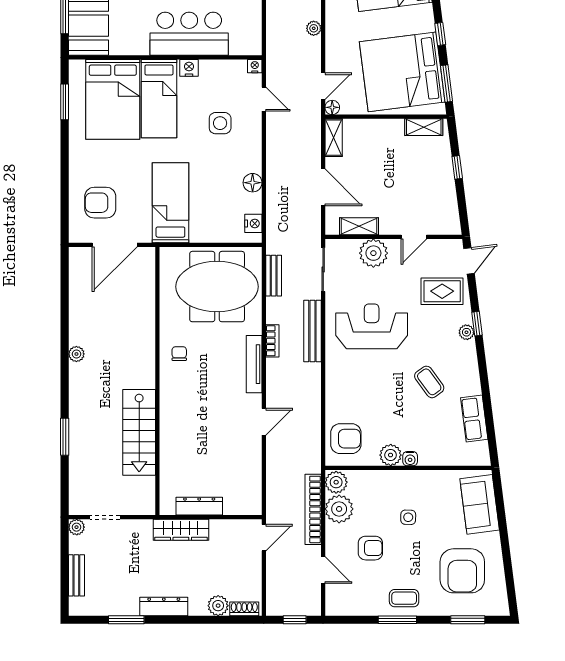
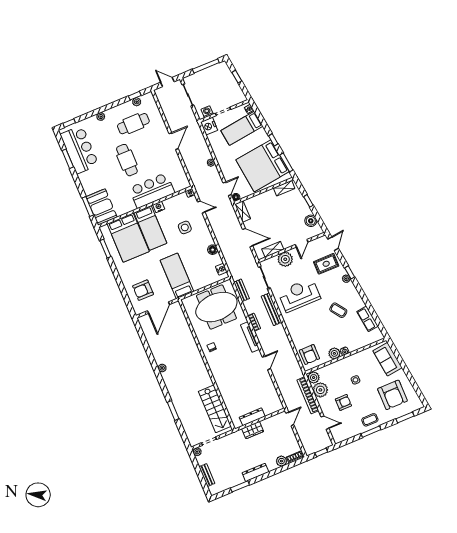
boiler: (447, 204) -> (311, 221), added
stairs: (139, 432) -> (215, 409), moved
armchair: (346, 439) -> (309, 354), turned 90
wardrobe: (181, 530) -> (253, 430), width x0.67

